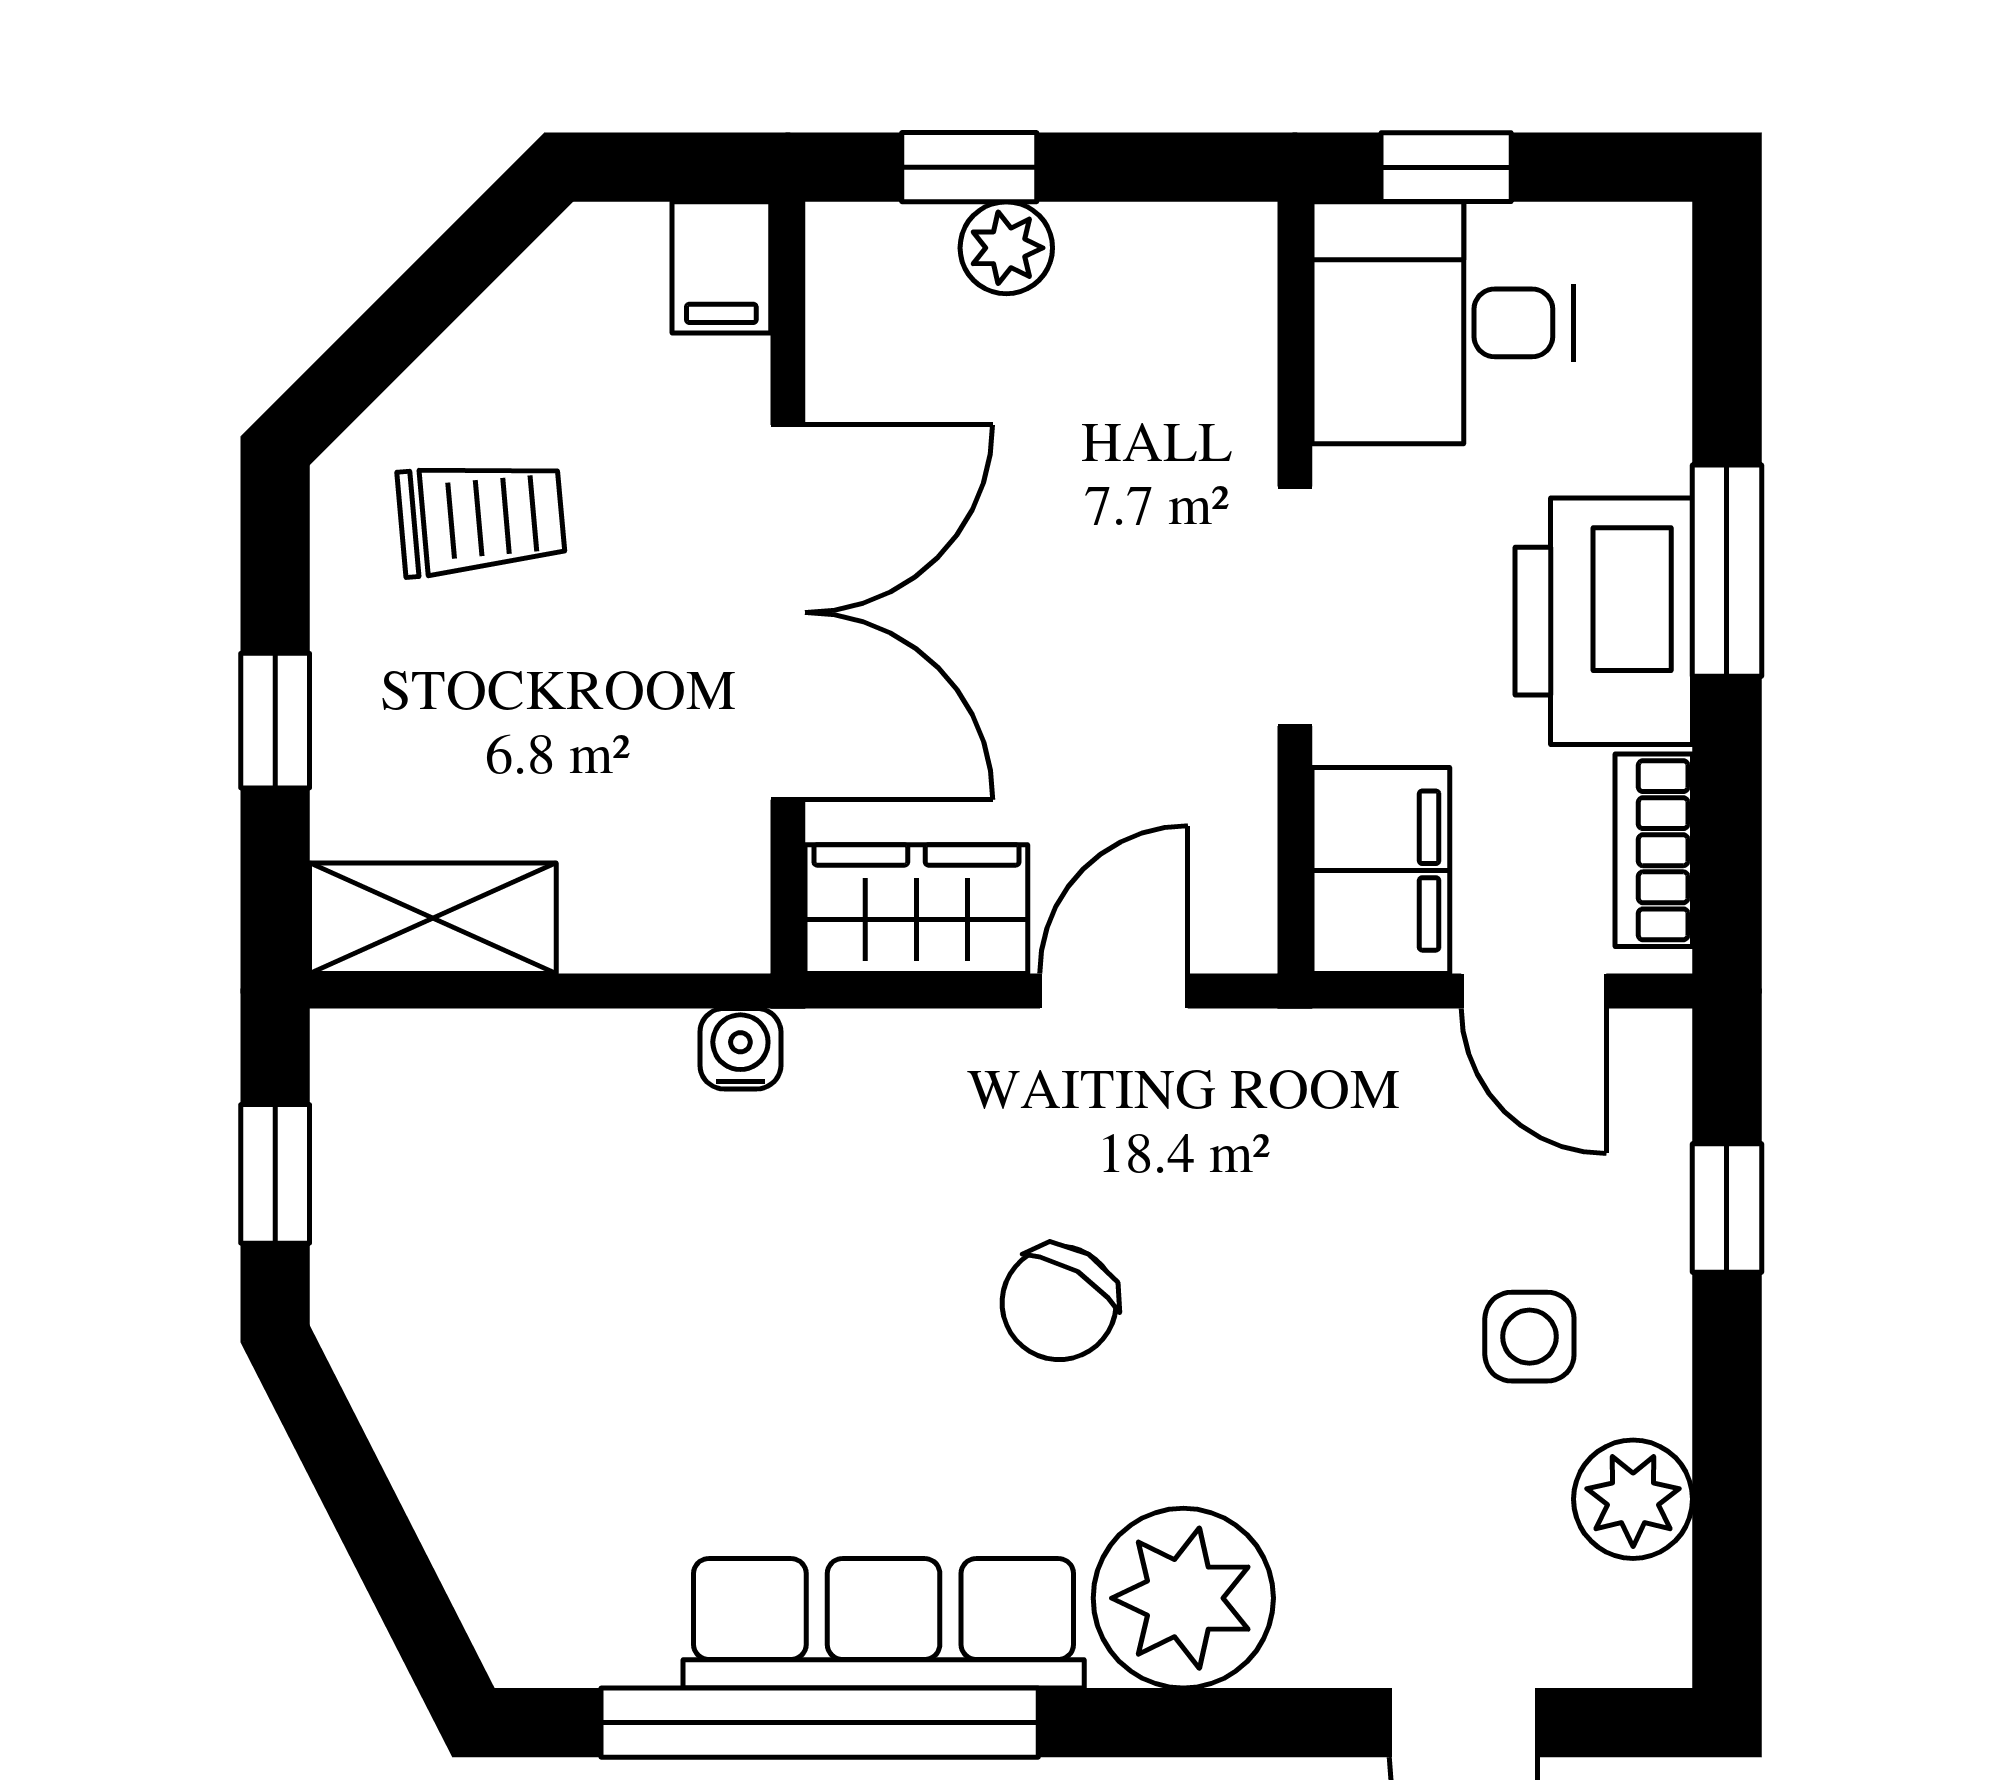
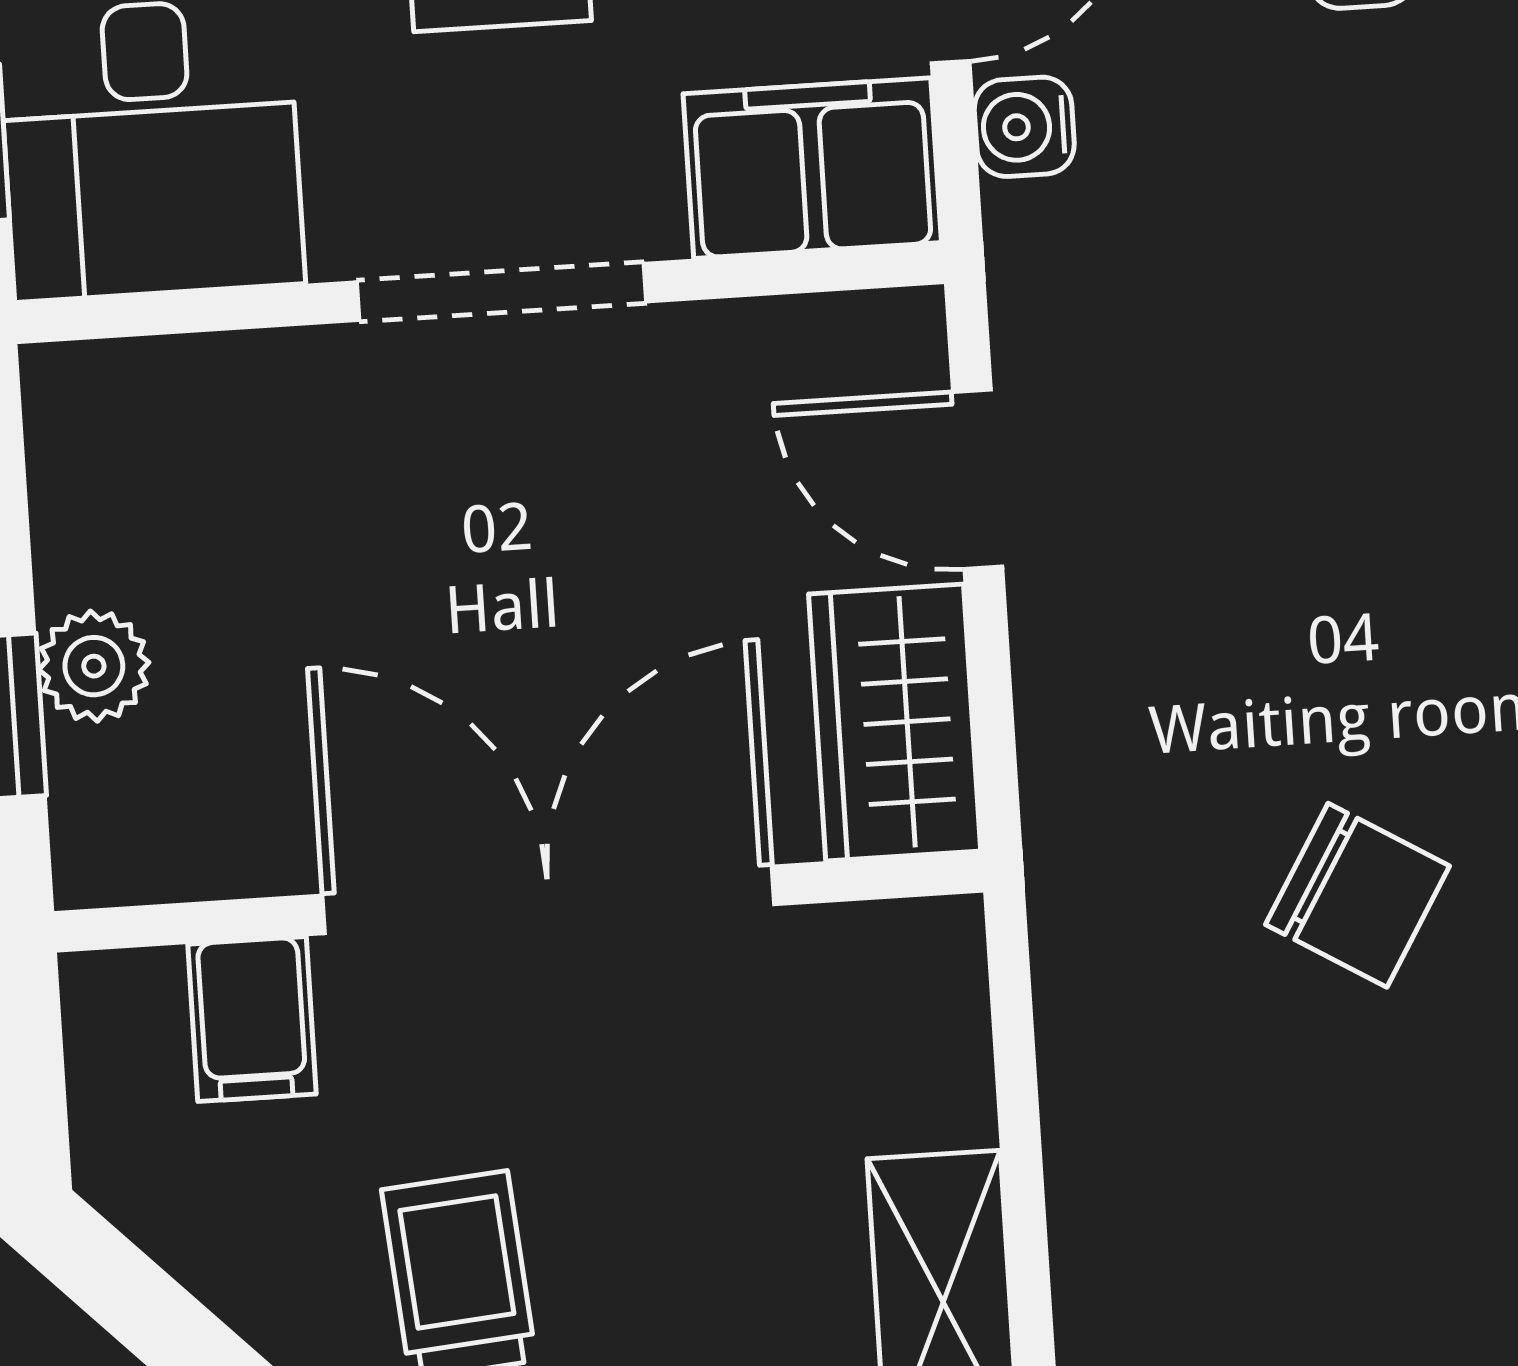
filing cabinet: (721, 267) -> (252, 1019), moved, turned 90
water cooler: (740, 1049) -> (1024, 127), moved
chair: (1059, 1303) -> (1358, 895), moved

